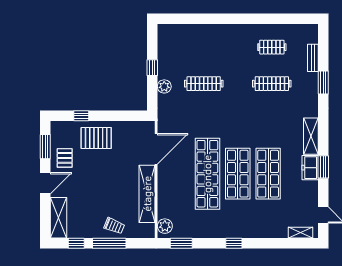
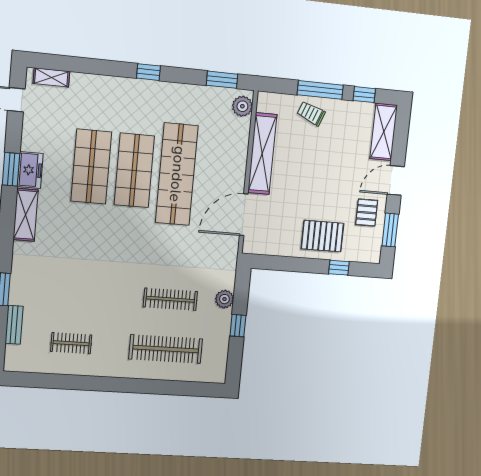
clothes rail: (272, 84) -> (166, 349), moved, width x1.37, depth x1.31

